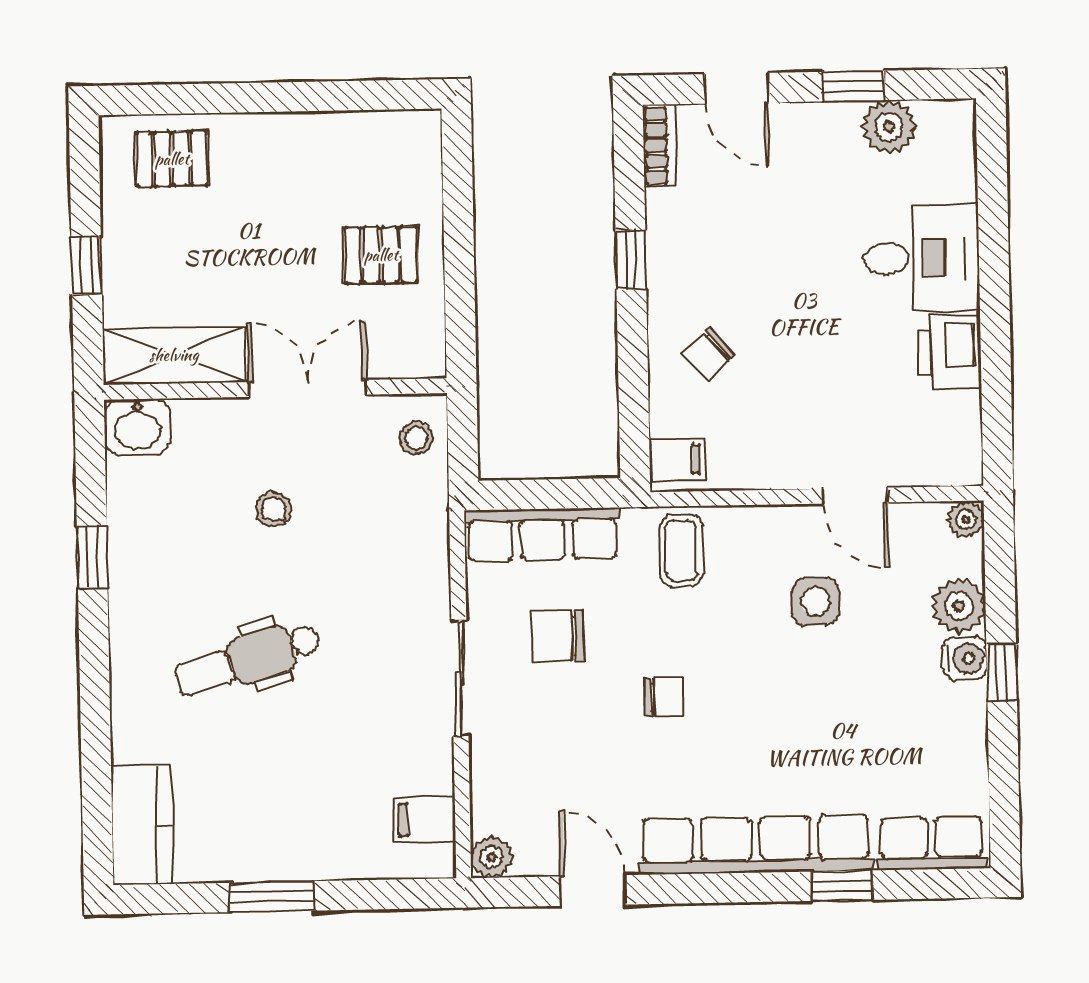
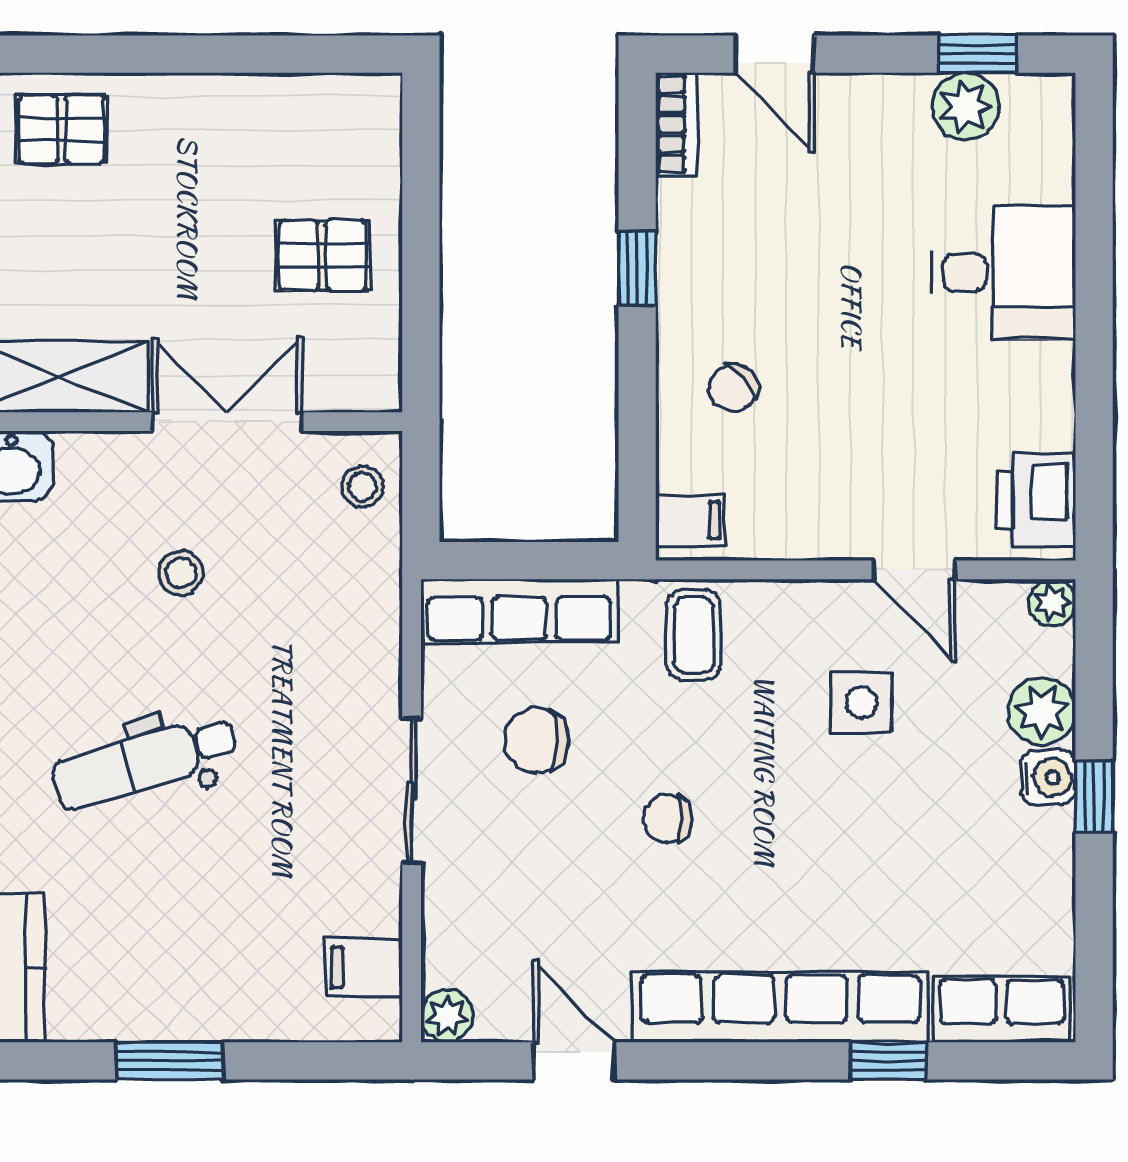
window: (853, 86) -> (978, 54), moved
printer: (950, 352) -> (1036, 500), moved
chair: (664, 697) -> (668, 819), turned 180

